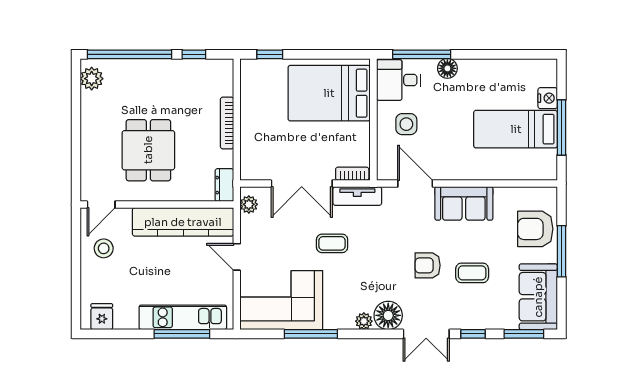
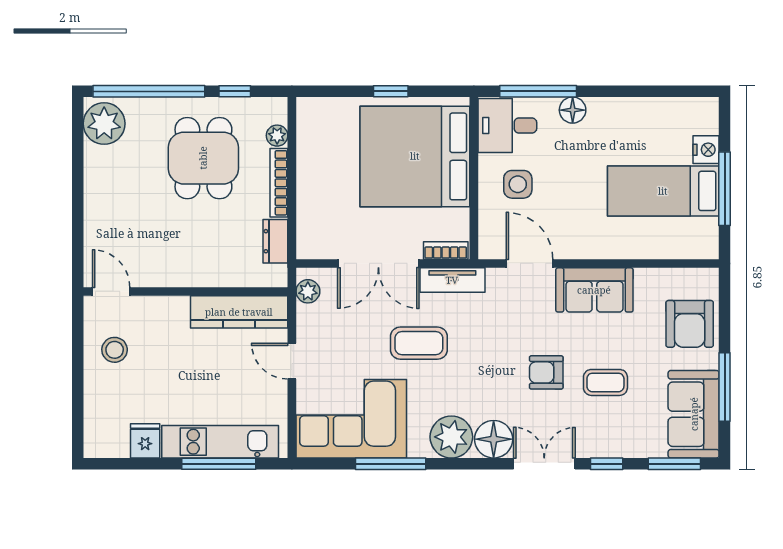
window: (270, 54) -> (391, 91), moved
plant: (92, 79) -> (104, 124), width x1.36, depth x1.36
plant: (226, 88) -> (277, 136), added
bed: (329, 93) -> (415, 156), width x1.36
dining table: (148, 150) -> (203, 158), moved
dresser: (224, 185) -> (275, 241), moved
door: (101, 205) -> (111, 291), swing flipped
kitchen counter: (183, 222) -> (239, 312), width x0.72, depth x0.86
armchair: (535, 229) -> (690, 324), turned -90
coffee table: (332, 243) -> (419, 343), width x1.36, depth x1.30
window: (562, 251) -> (725, 387), moved
fridge: (102, 317) -> (145, 441), moved
plant: (364, 321) -> (451, 437), width x1.87, depth x1.87
double door: (426, 334) -> (544, 464), swing flipped

